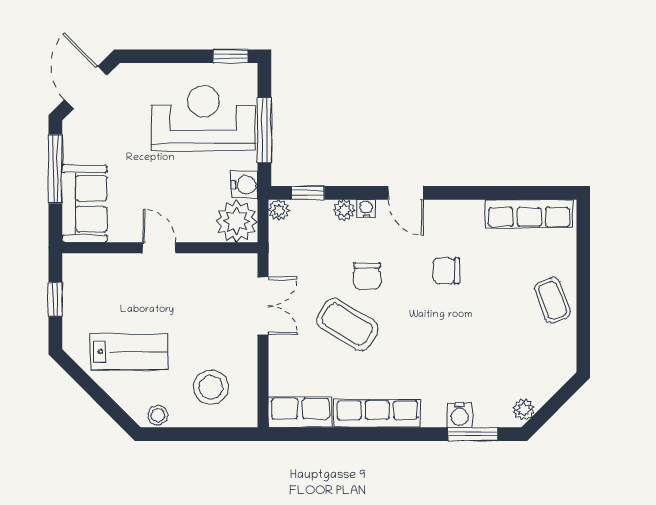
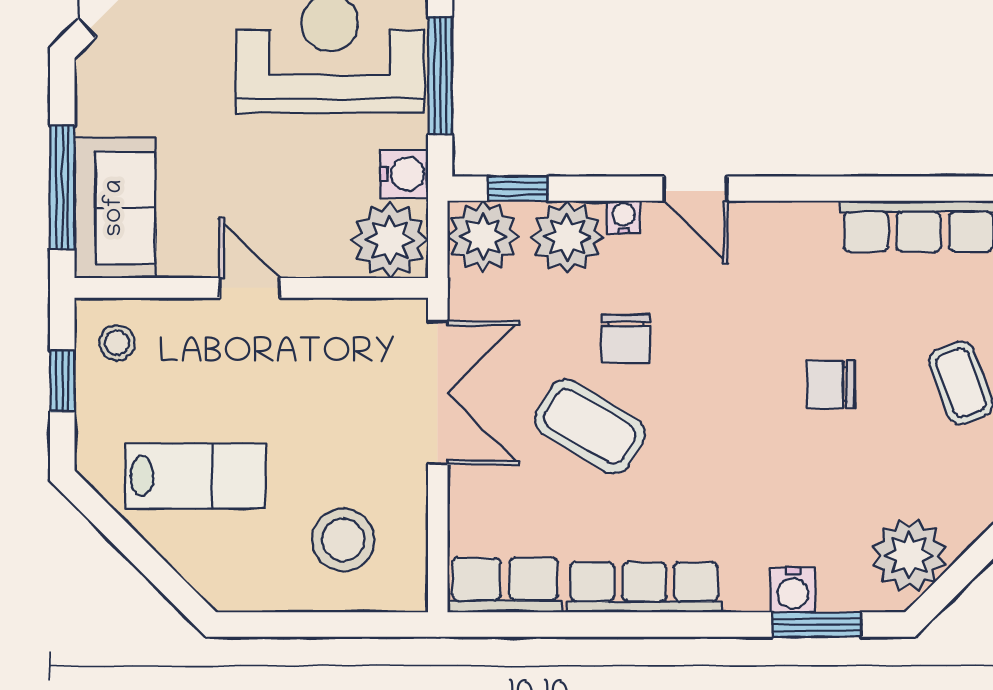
window: (55, 169) -> (62, 187), moved
plant: (279, 210) -> (483, 236), width x1.88, depth x1.88
plant: (344, 210) -> (567, 237), width x1.88, depth x1.88
chair: (446, 271) -> (831, 384), moved
double door: (263, 306) -> (438, 393), width x1.37
plant: (524, 410) -> (909, 555), width x1.88, depth x1.88
stool: (158, 415) -> (117, 343), moved

